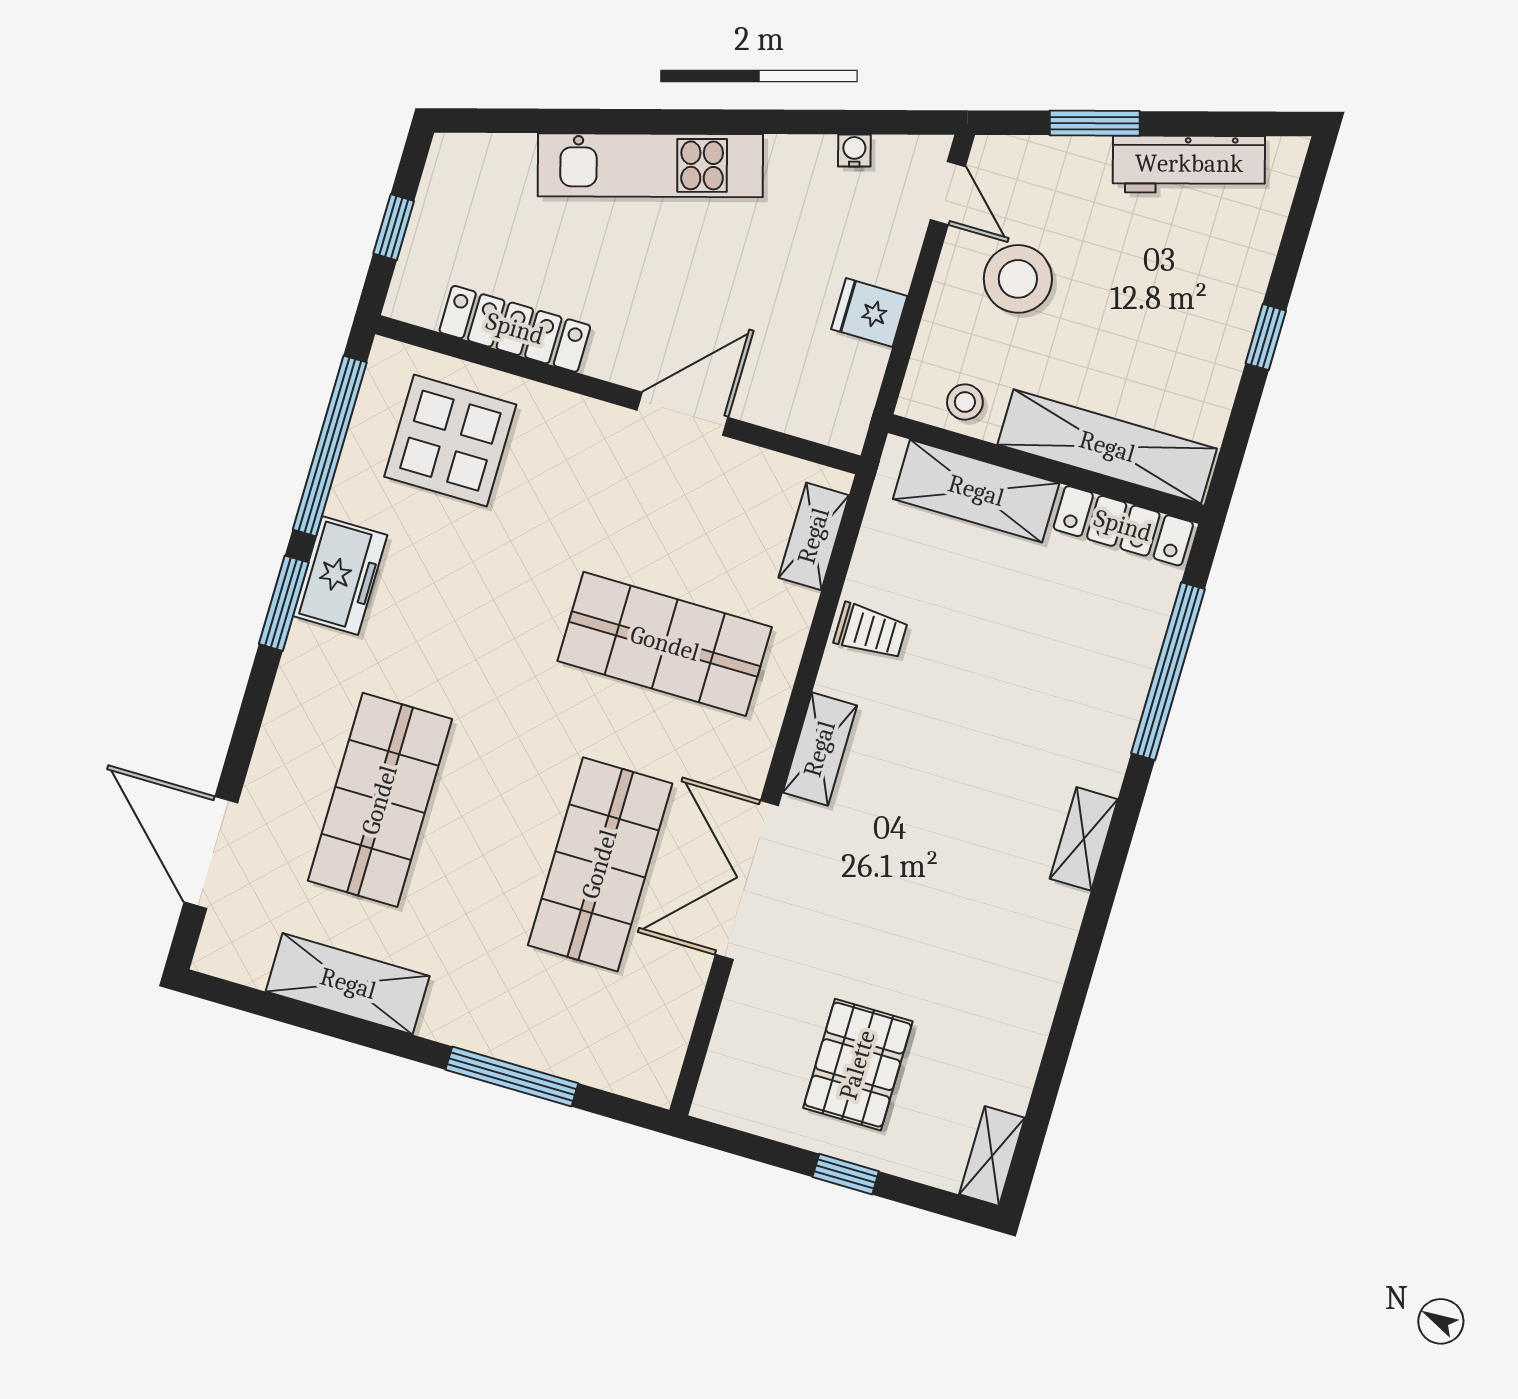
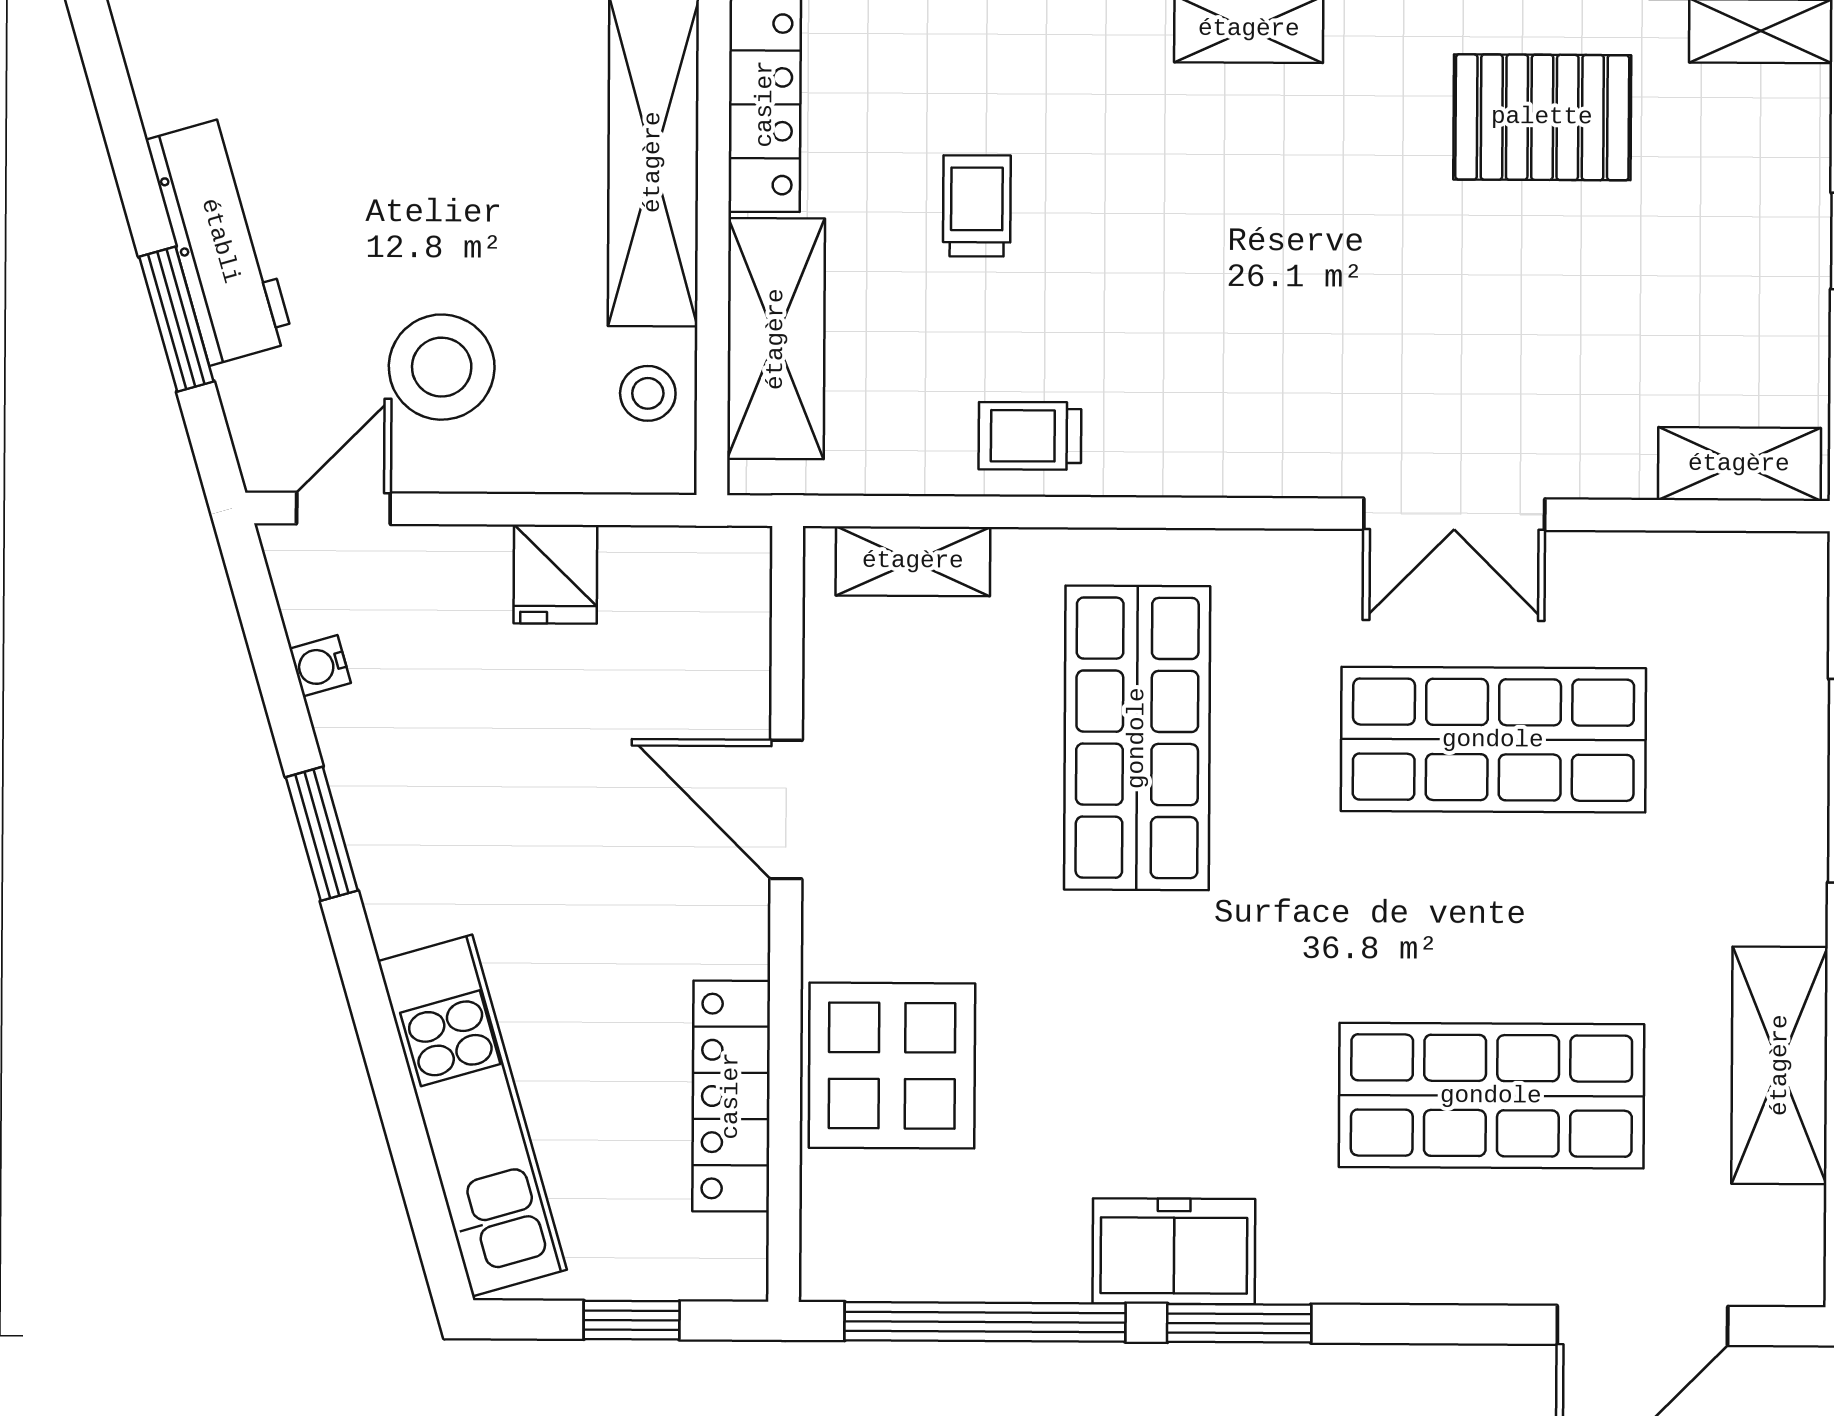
window: (750, 122) -> (322, 834), added
workbench: (1189, 164) -> (220, 241), moved
kitchen unit: (650, 165) -> (472, 1116), moved
display table: (450, 441) -> (892, 1066), moved
trolley: (871, 631) -> (1030, 436), turned -90
trolley: (1023, 639) -> (977, 206), added
shelving: (820, 749) -> (1739, 464), moved
double door: (747, 880) -> (1454, 514), width x0.73
pallet: (858, 1065) -> (1542, 117), moved

